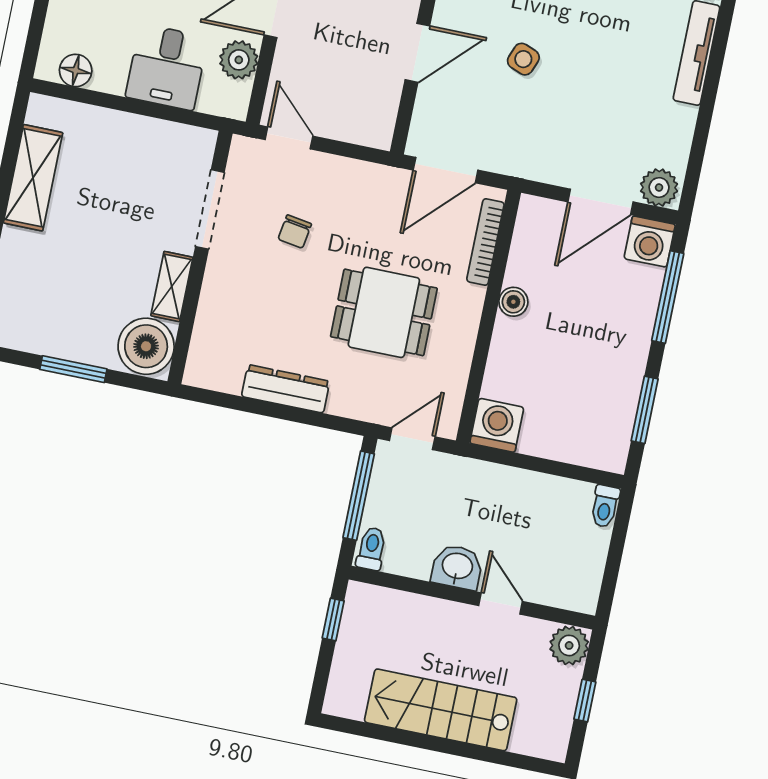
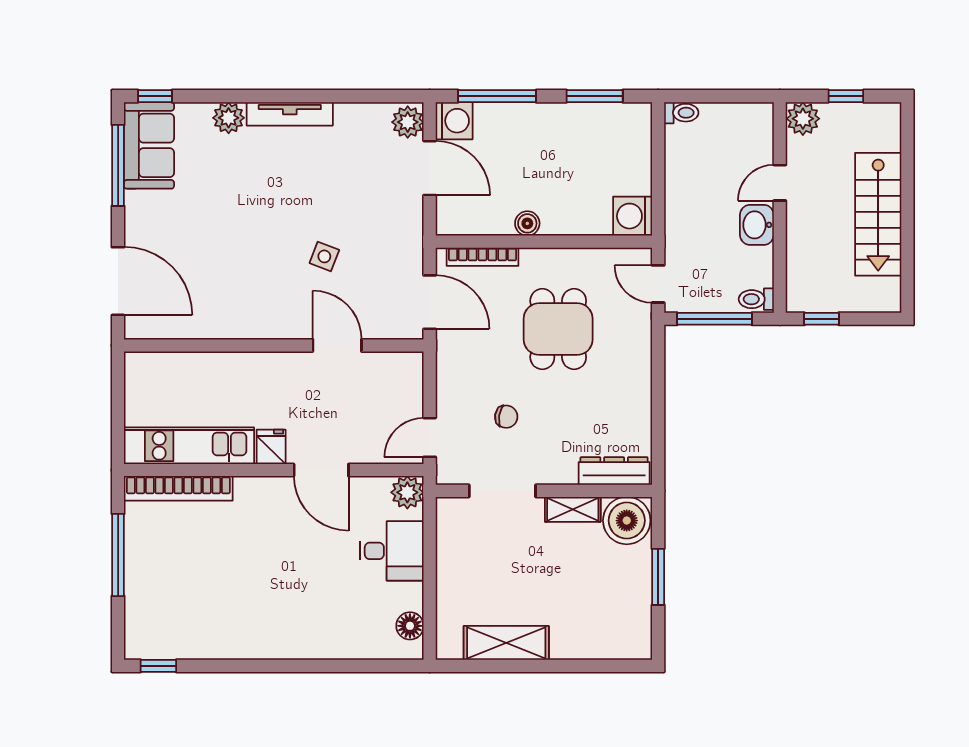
plant: (239, 60) -> (407, 492), moved
dresser: (286, 389) -> (614, 471), moved, turned 90

